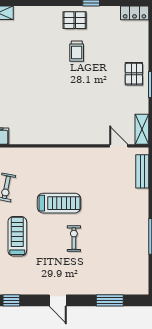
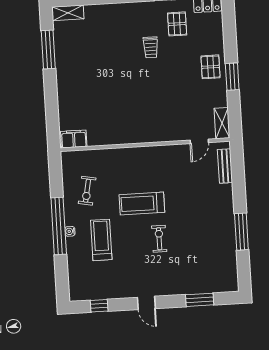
pallet: (75, 20) -> (177, 24), moved, turned 90
door: (119, 146) -> (199, 141), swing flipped
treadmill: (59, 203) -> (142, 204), turned 180

